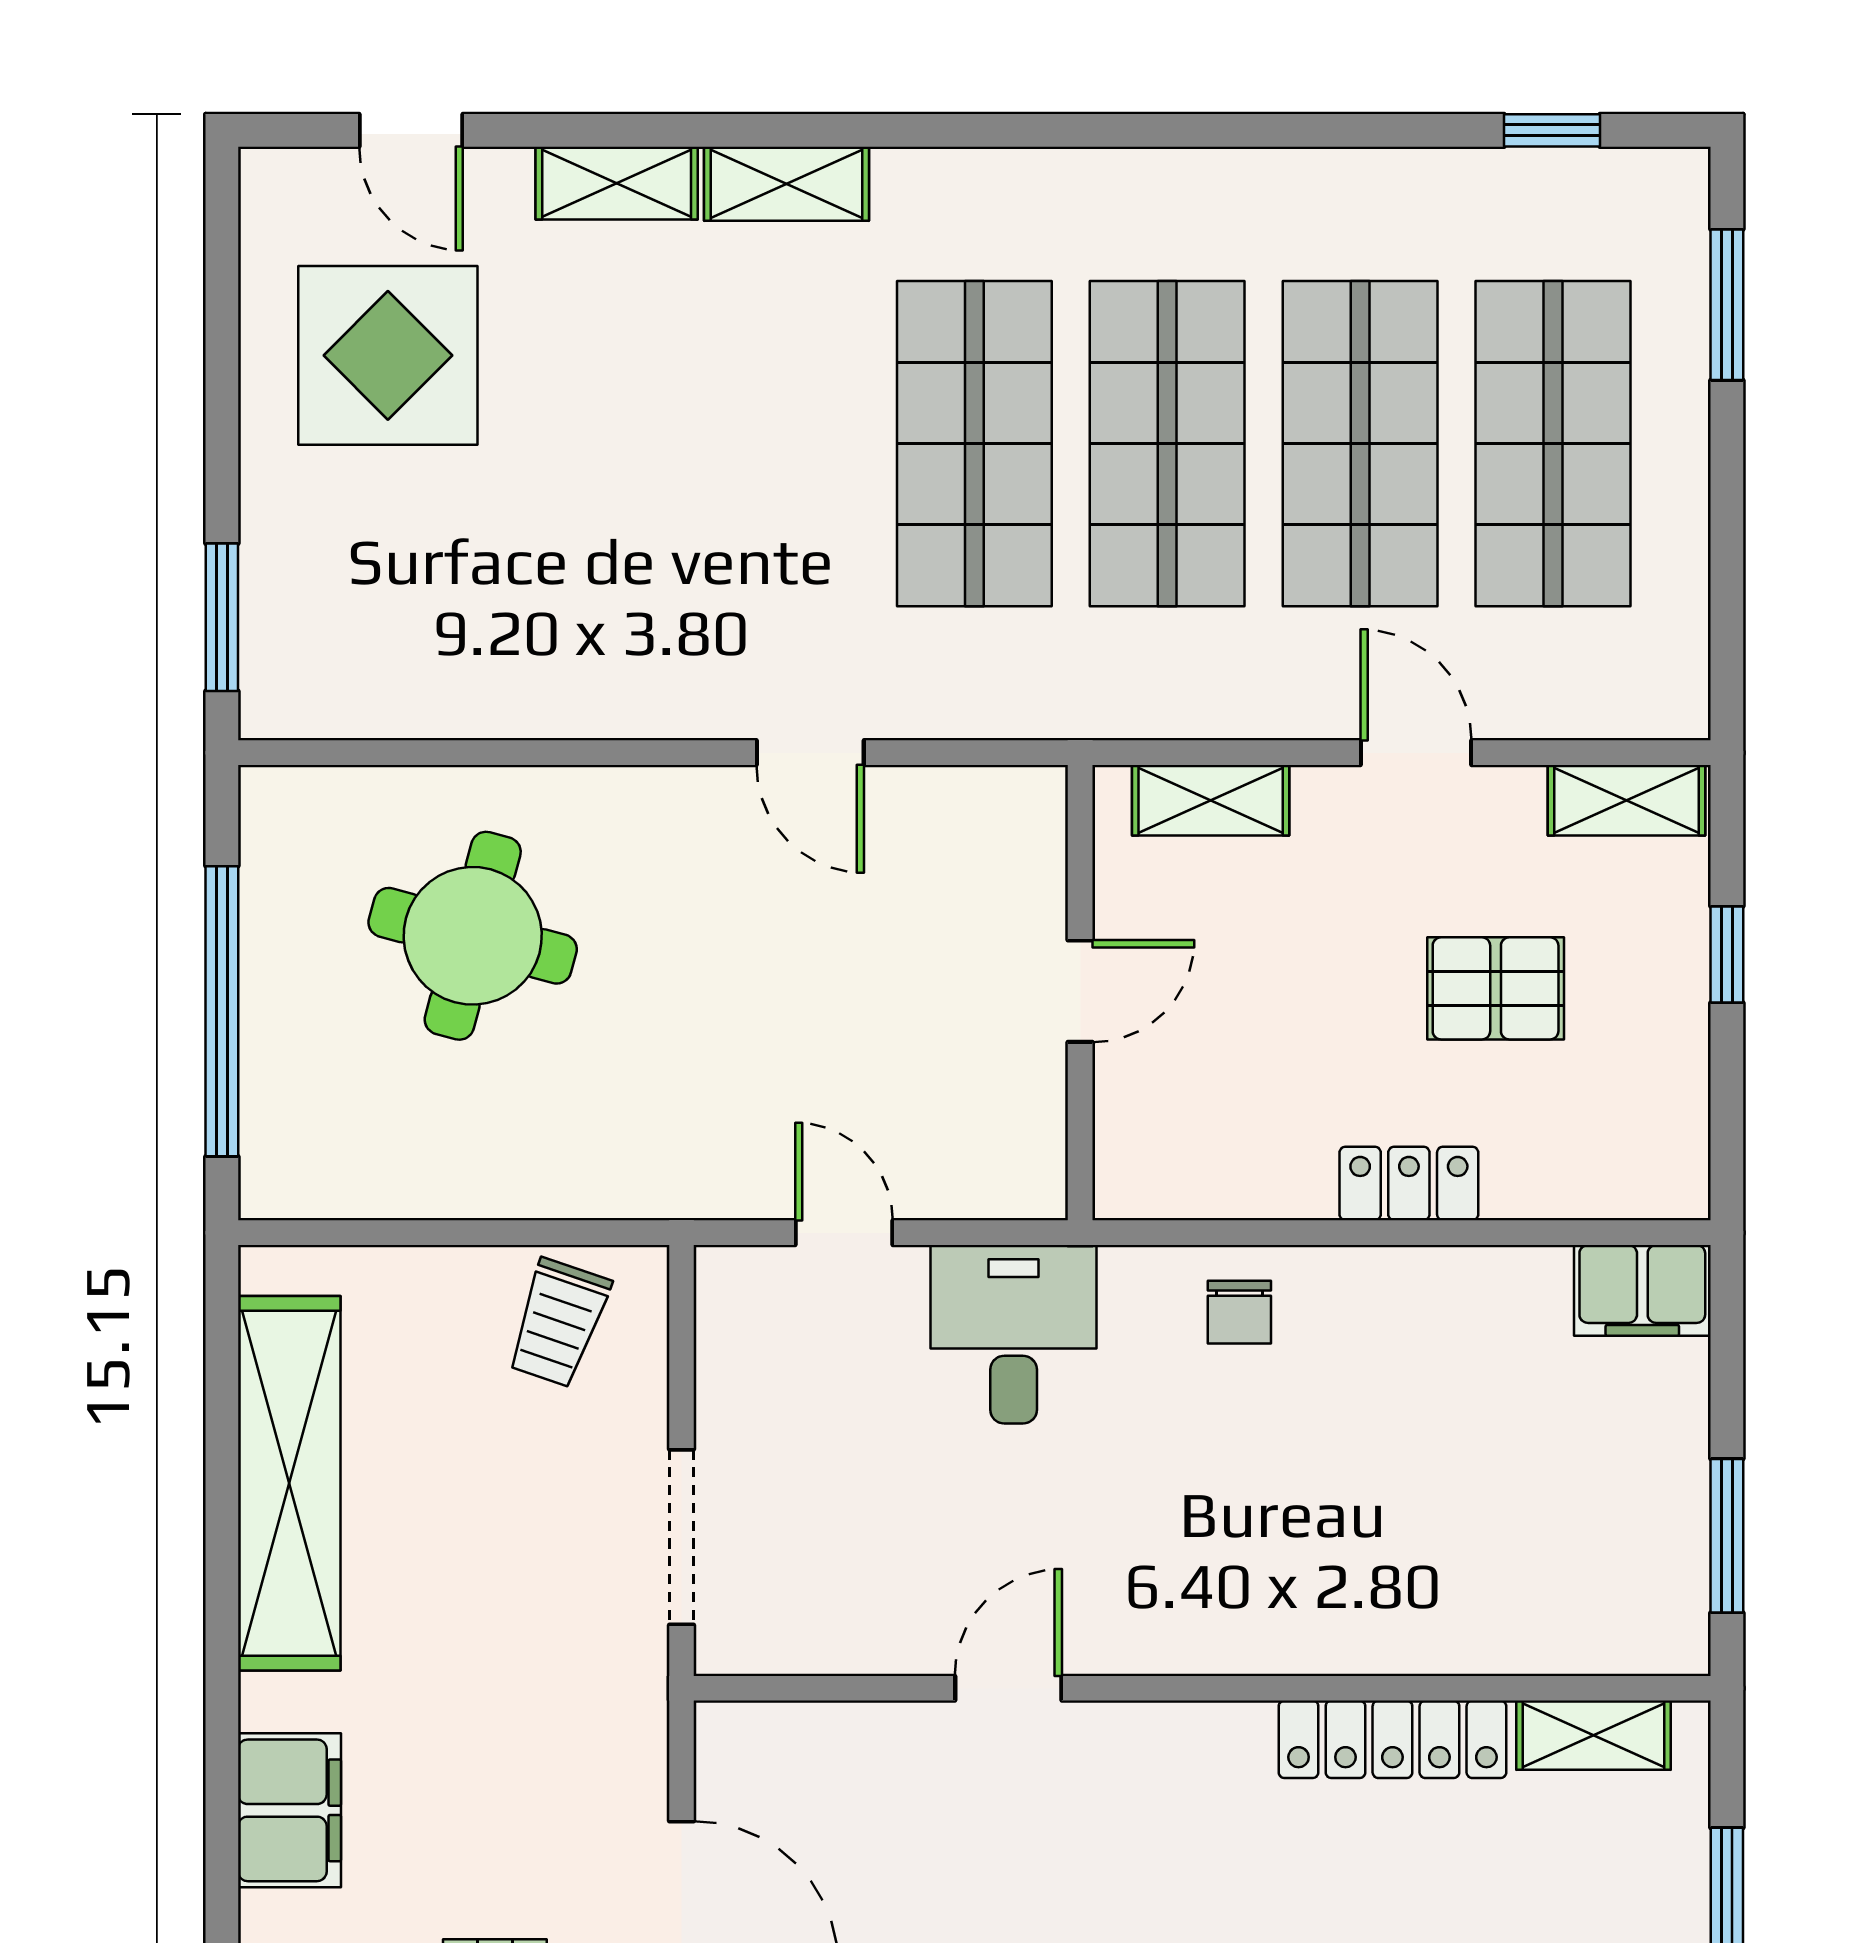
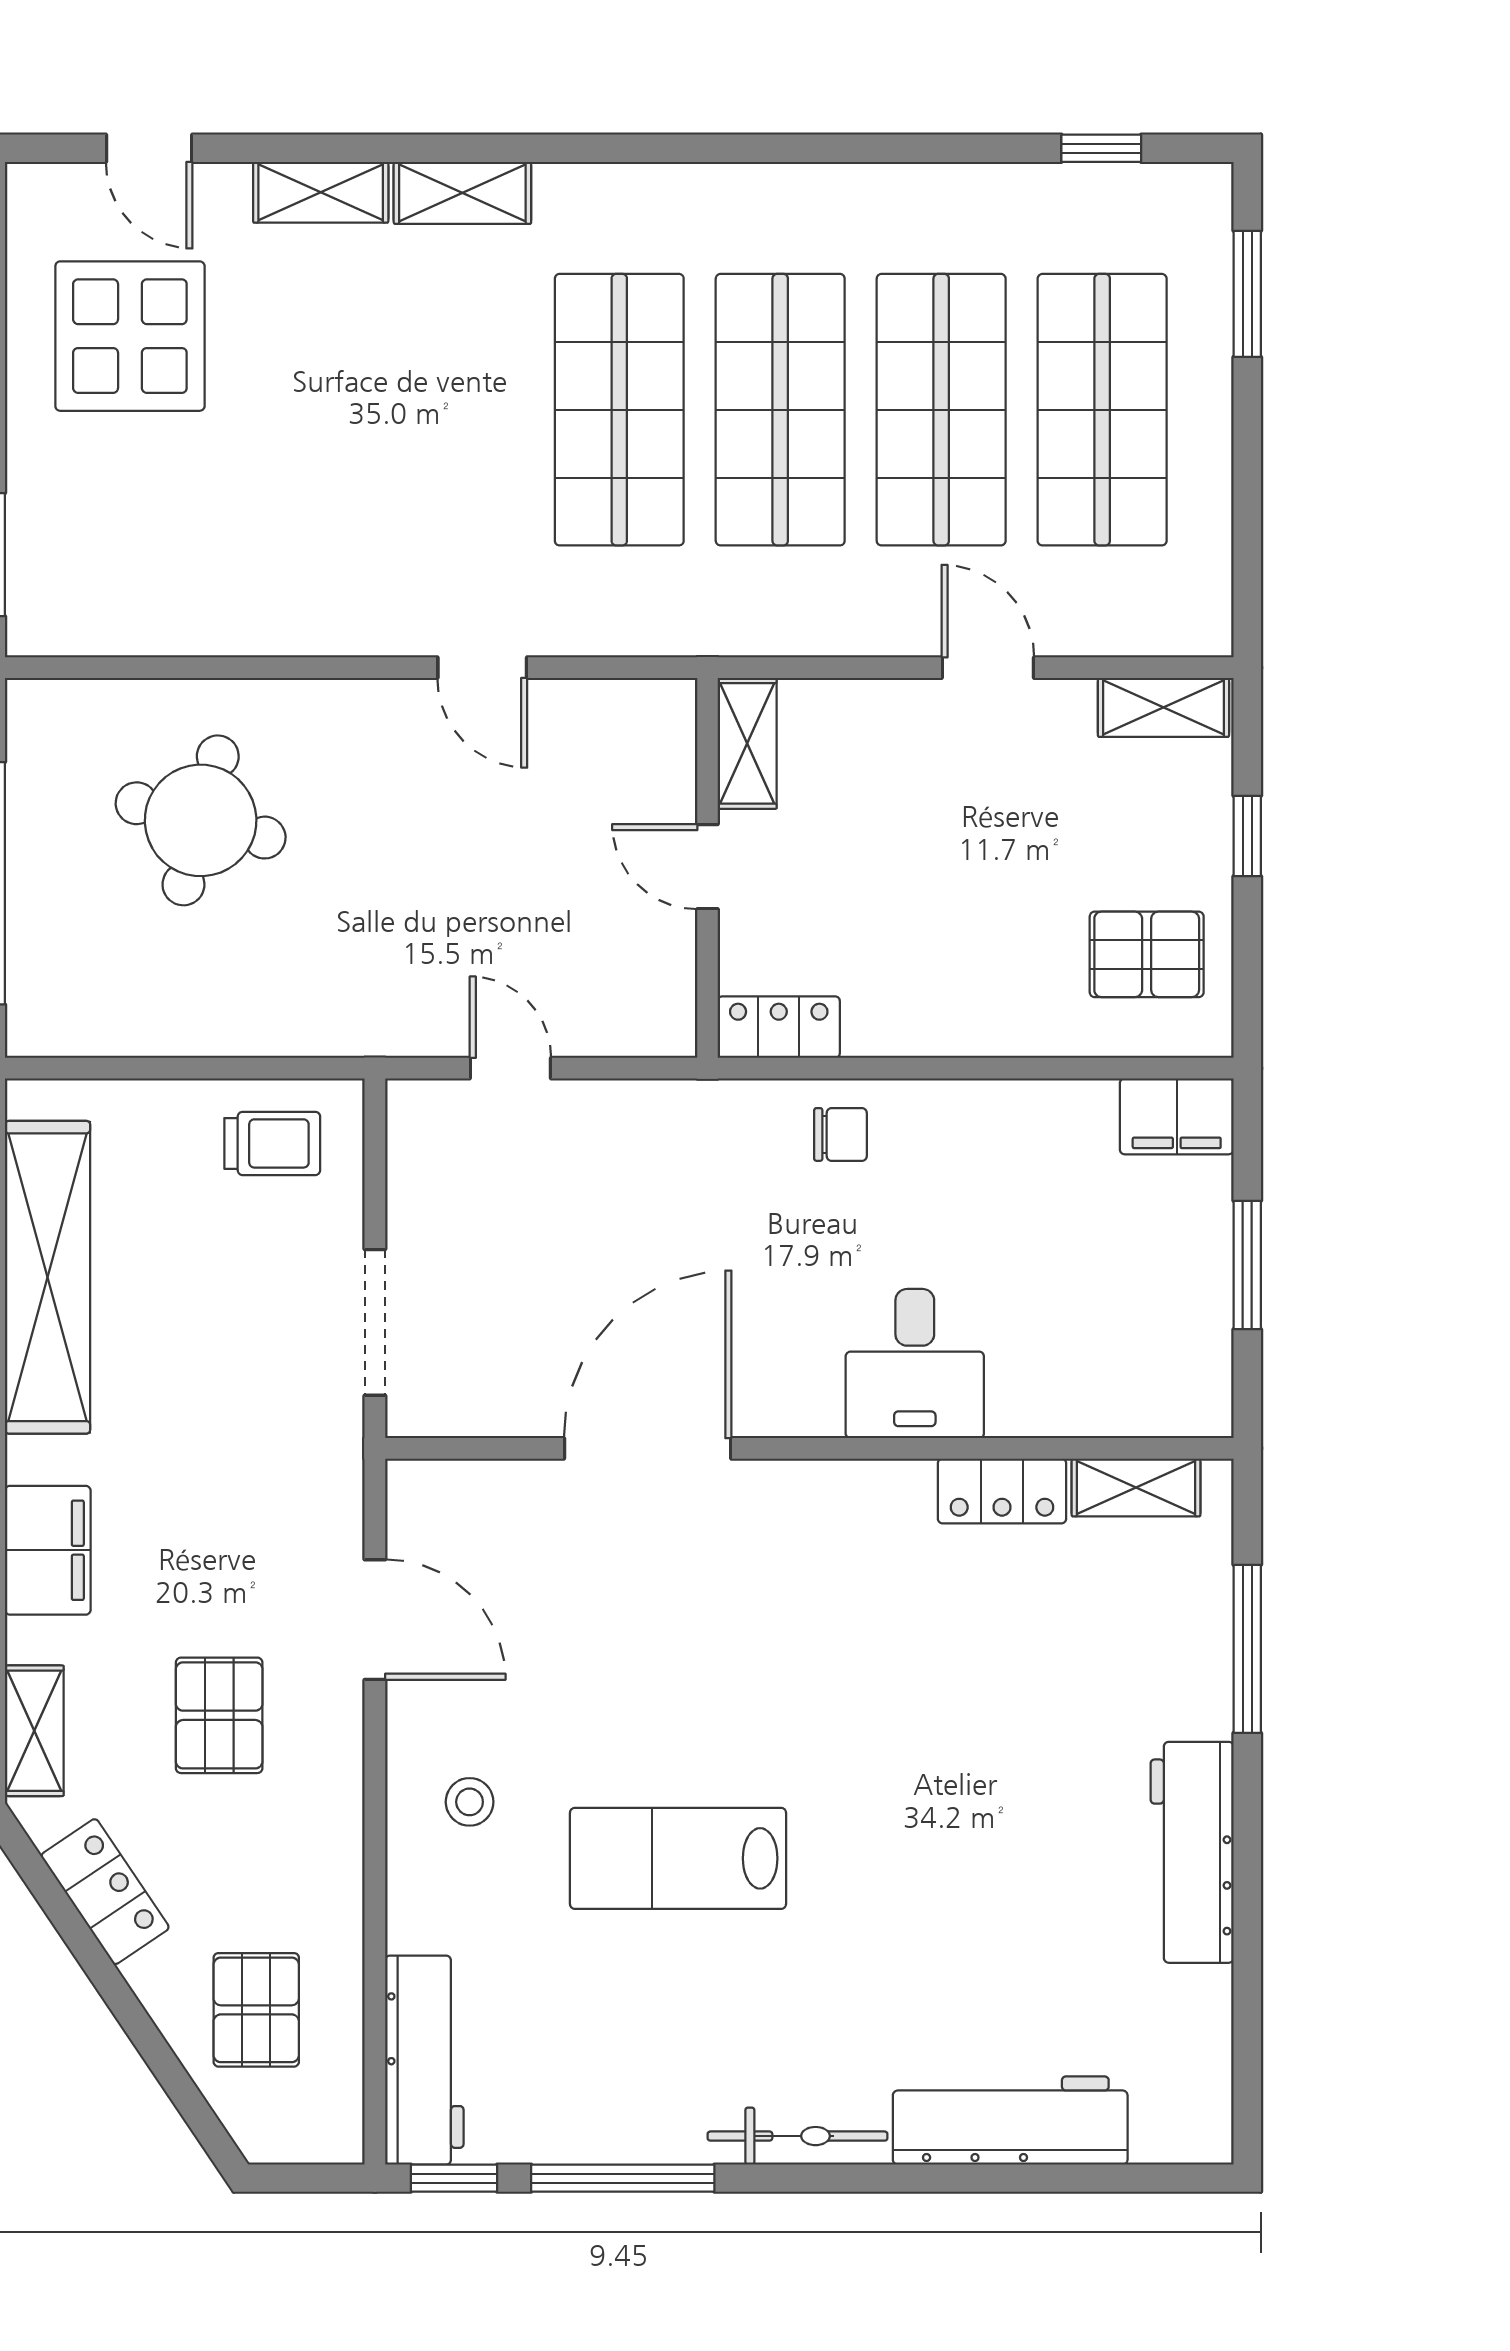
shelving: (1211, 800) -> (747, 743), moved, turned 90
pallet: (1496, 988) -> (1147, 954), moved
door: (1080, 991) -> (708, 867), swing flipped
locker: (1409, 1183) -> (779, 1027), moved
chair: (1239, 1312) -> (840, 1134), turned -90
trolley: (558, 1323) -> (272, 1143), turned -109
desk: (1014, 1334) -> (915, 1364), moved, turned 180
window: (1727, 1536) -> (1247, 1265), moved
door: (1008, 1688) -> (648, 1448), width x1.87
locker: (1392, 1739) -> (1002, 1491), width x0.66

